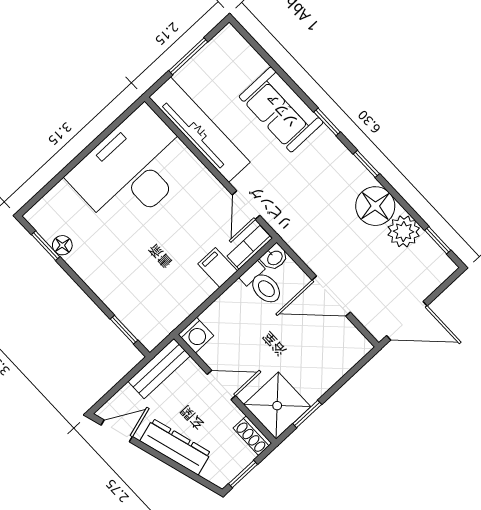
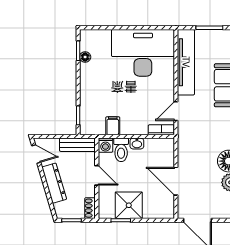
washbasin: (275, 258) -> (137, 144), moved
filing cabinet: (218, 267) -> (113, 126), moved
toilet: (262, 284) -> (121, 150), moved
shower: (277, 406) -> (129, 205), moved

